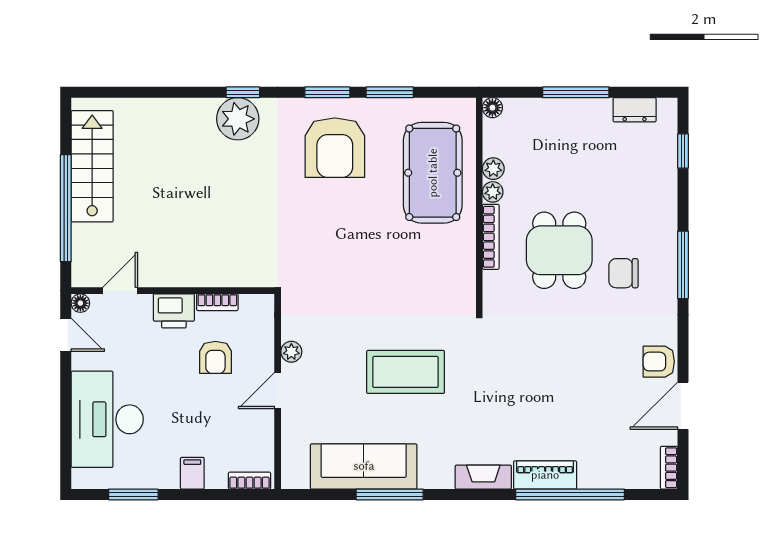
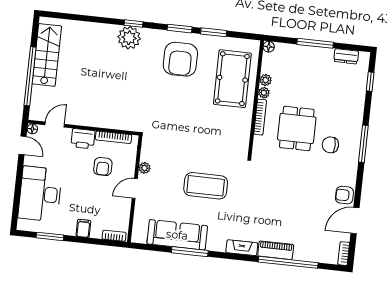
bookcase: (217, 302) -> (114, 137), width x1.56

